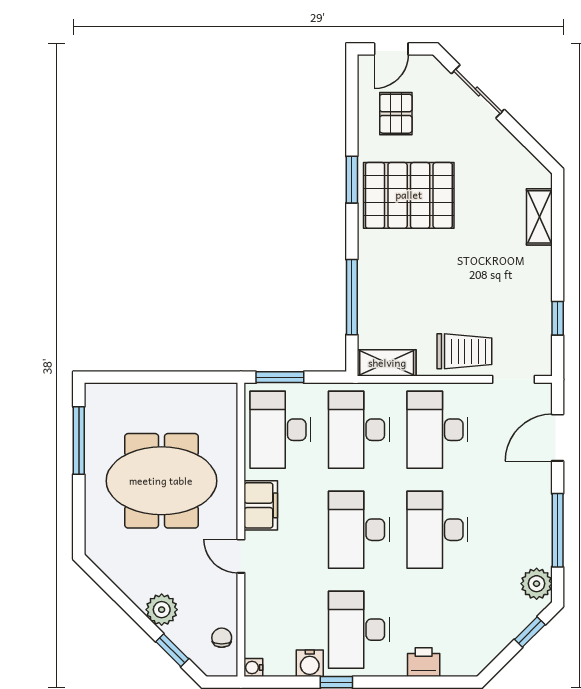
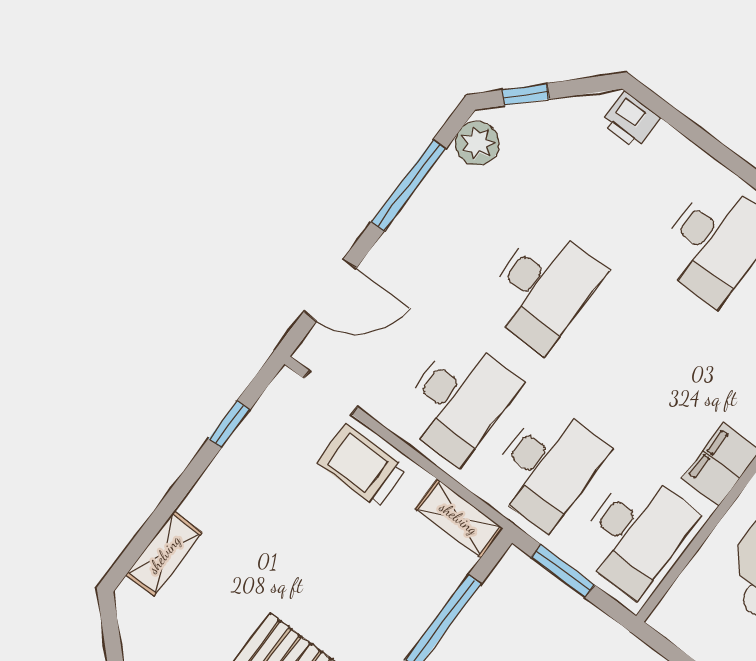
window: (280, 377) -> (563, 571), moved
desk: (359, 530) -> (631, 354), removed
printer: (424, 662) -> (630, 120), moved

